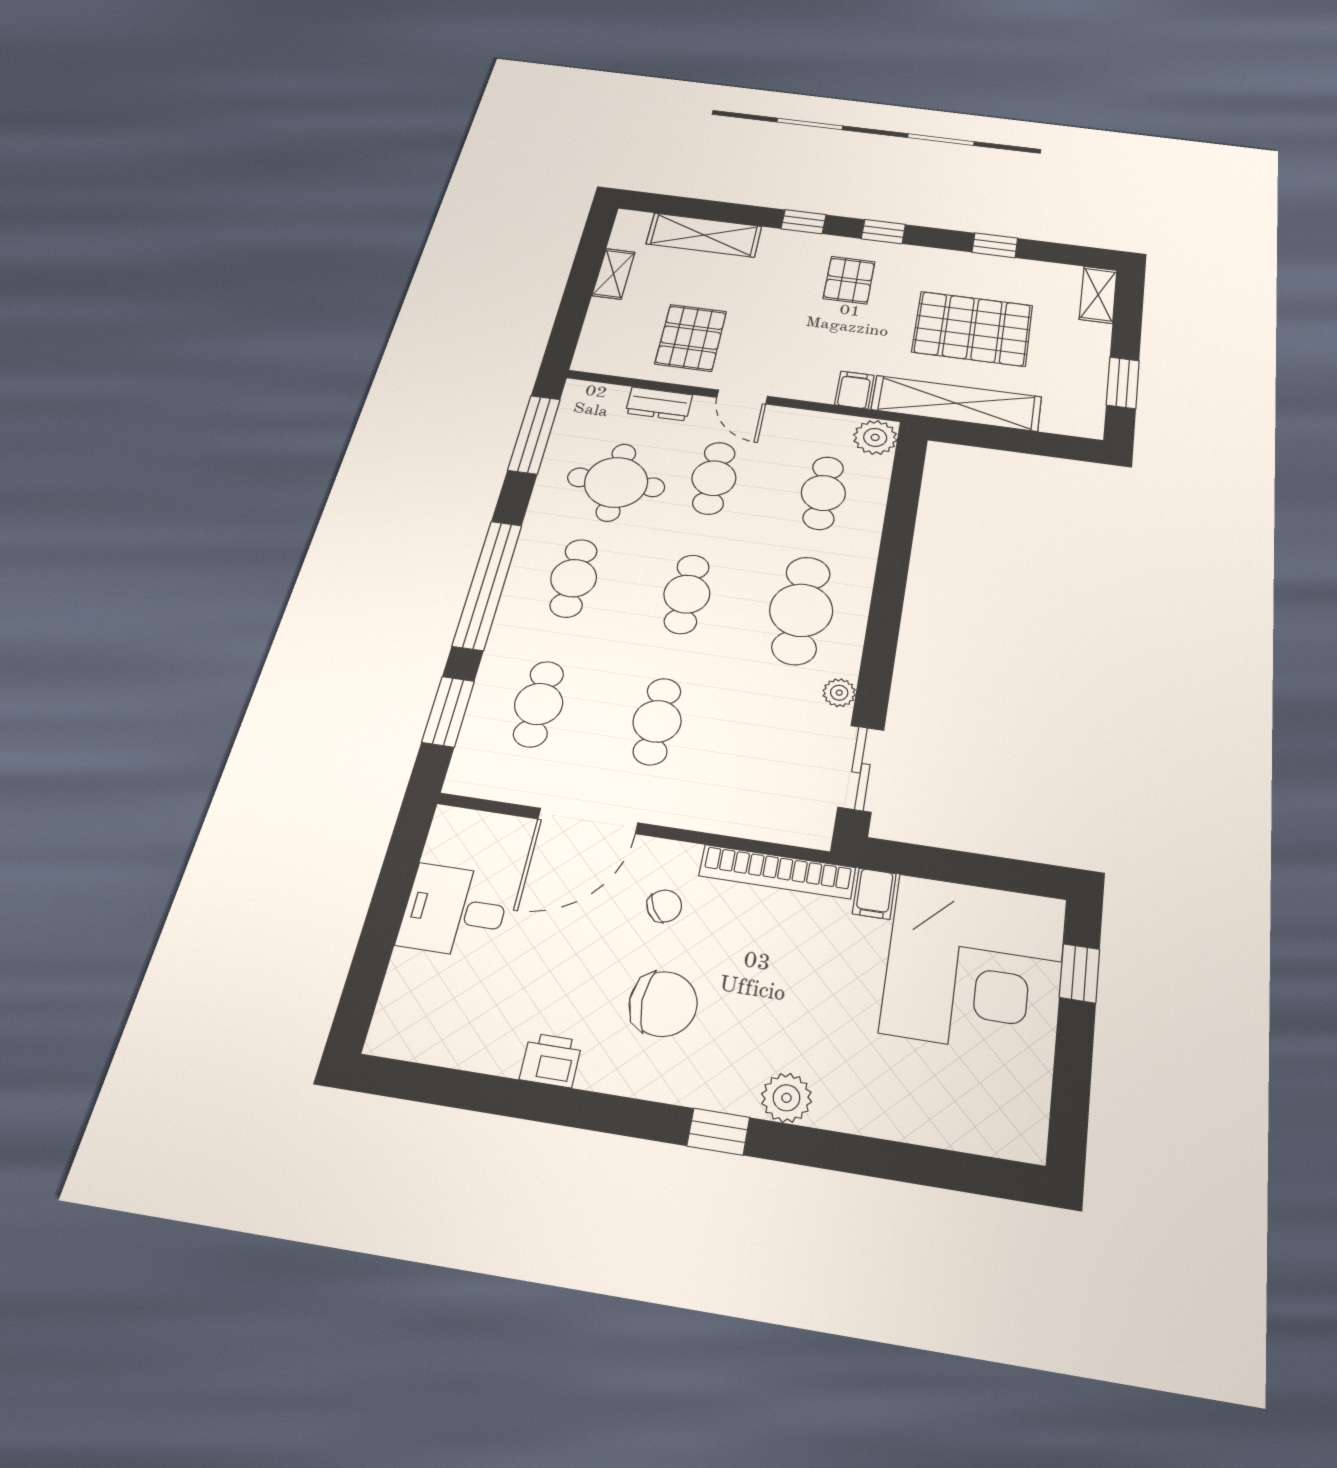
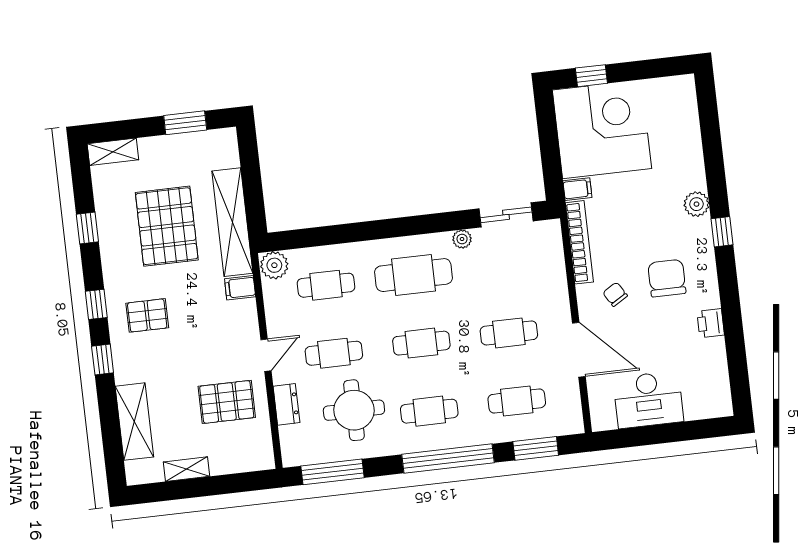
desk: (455, 911) -> (648, 400), width x1.37

